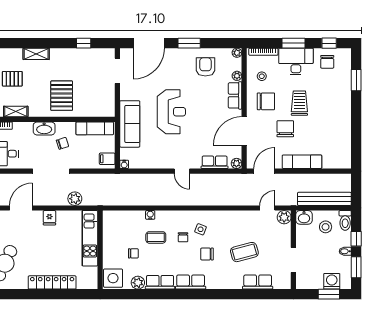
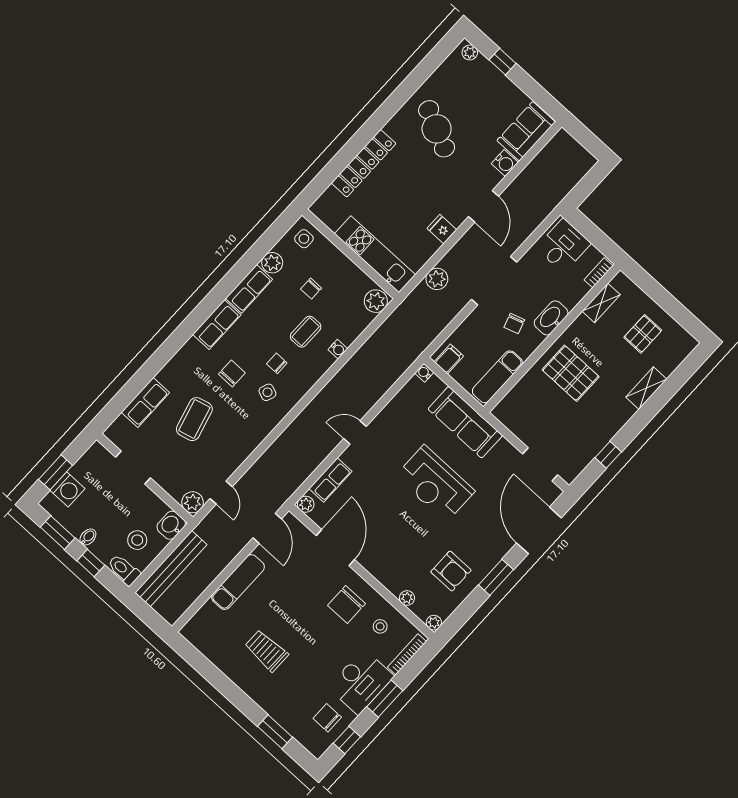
row of seats: (235, 95) -> (386, 575), removed
trolley: (299, 103) -> (266, 651), moved, turned 180
chair: (285, 129) -> (294, 598), removed
plant: (111, 218) -> (376, 301), added
side table: (113, 278) -> (304, 239), width x0.54, depth x0.54

